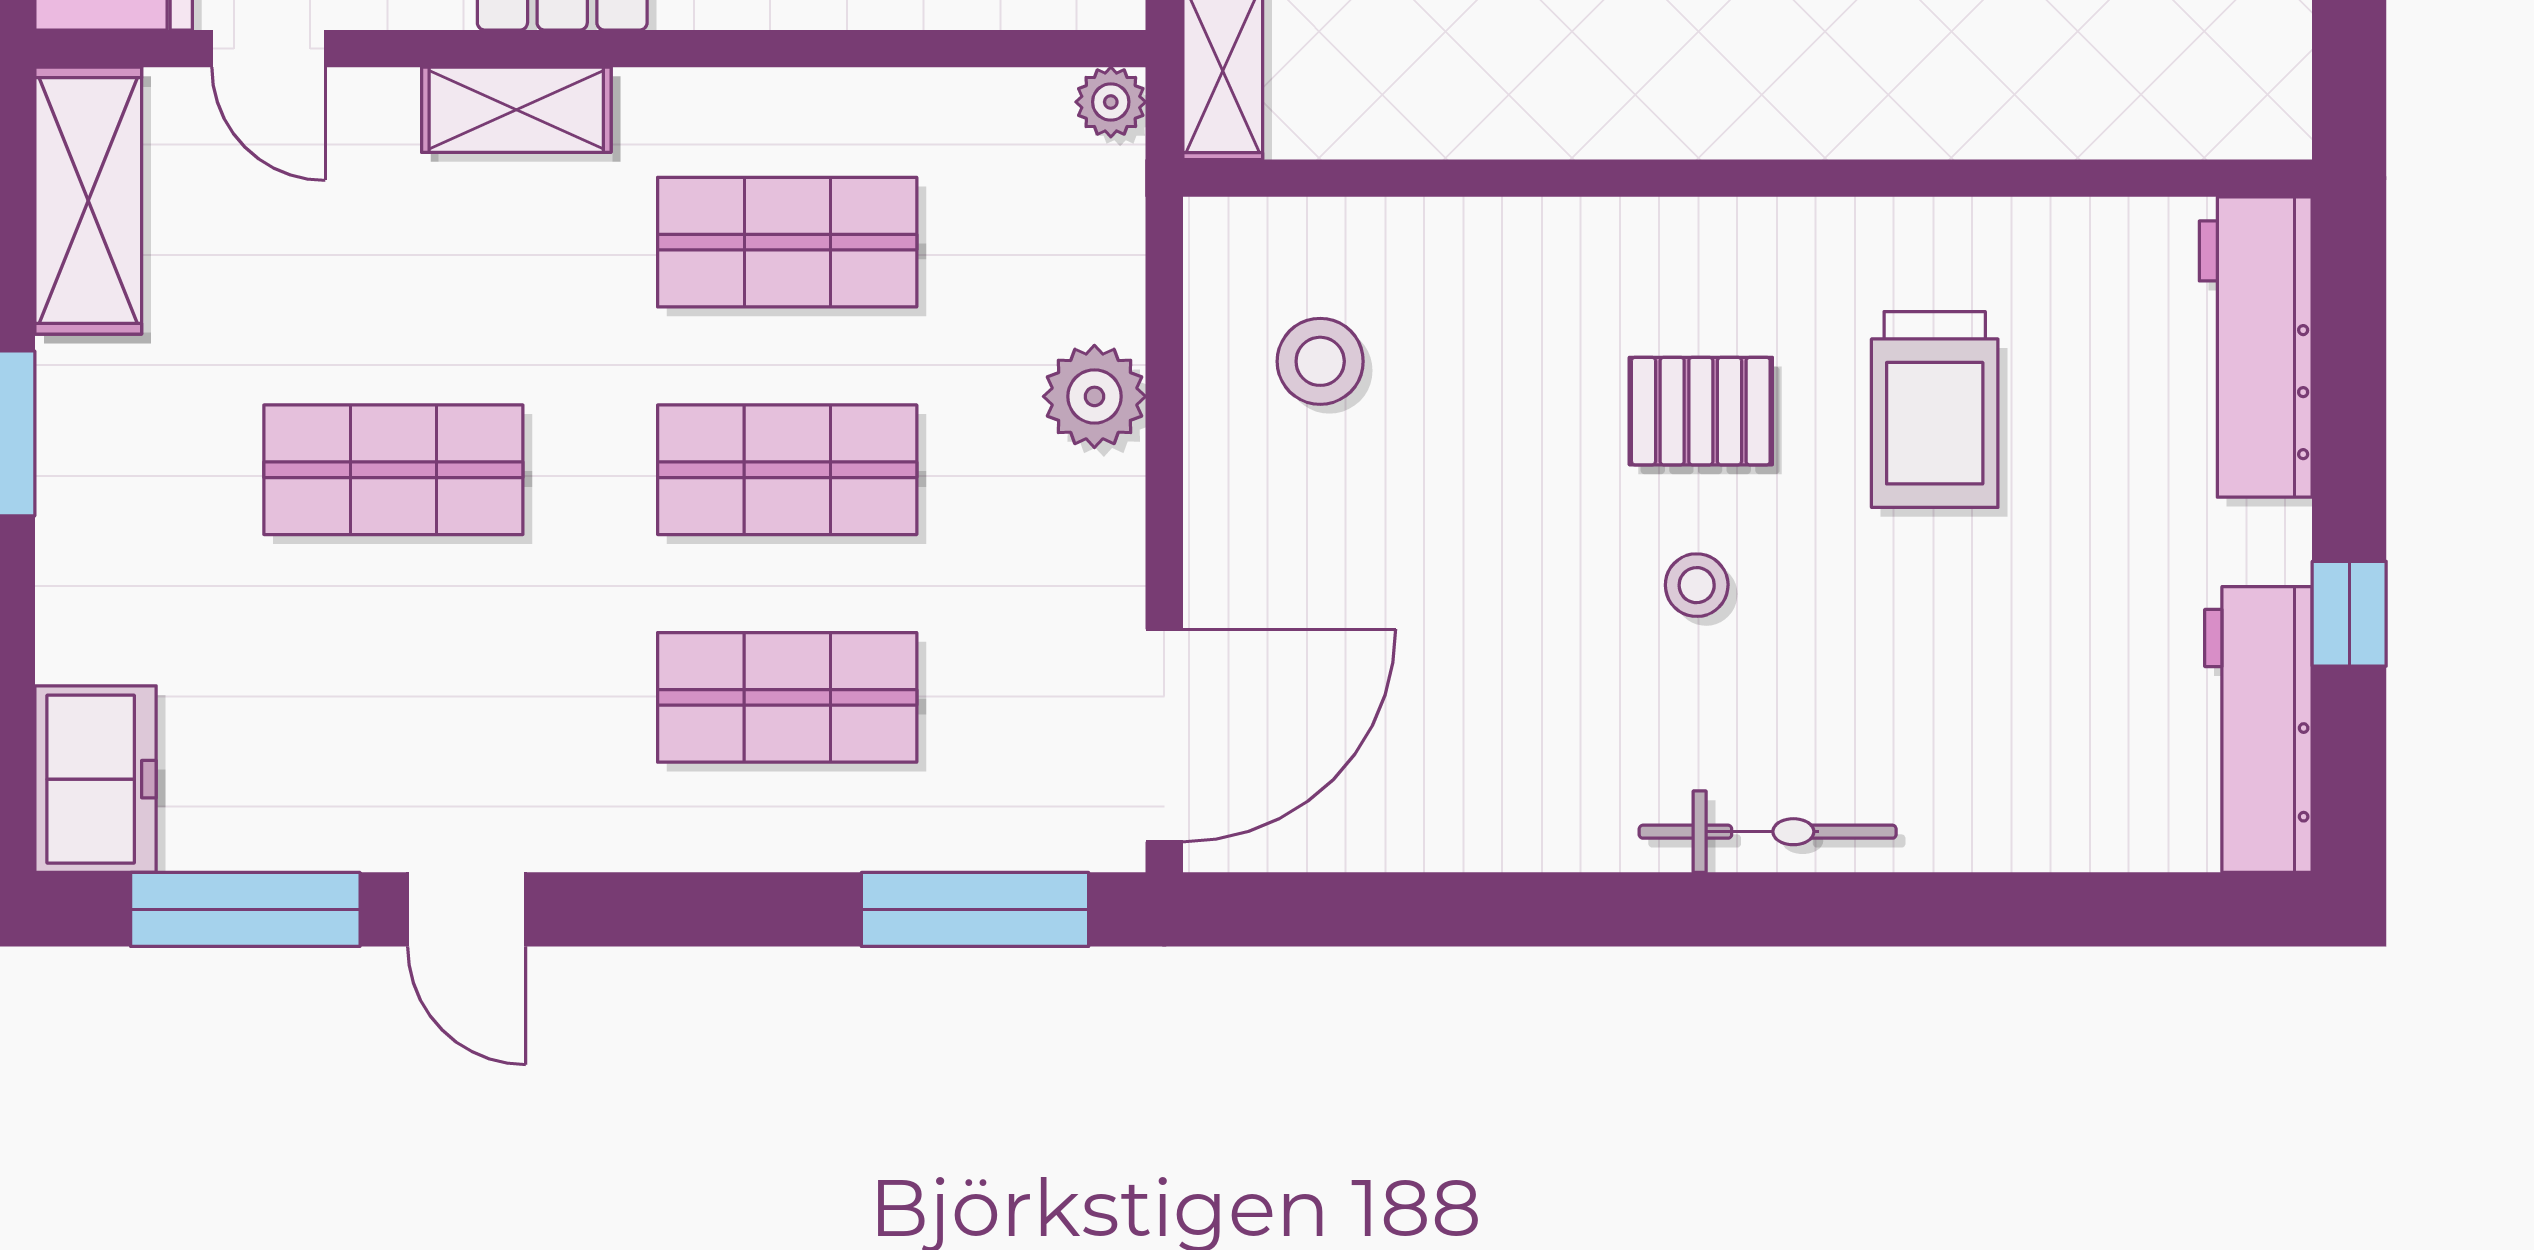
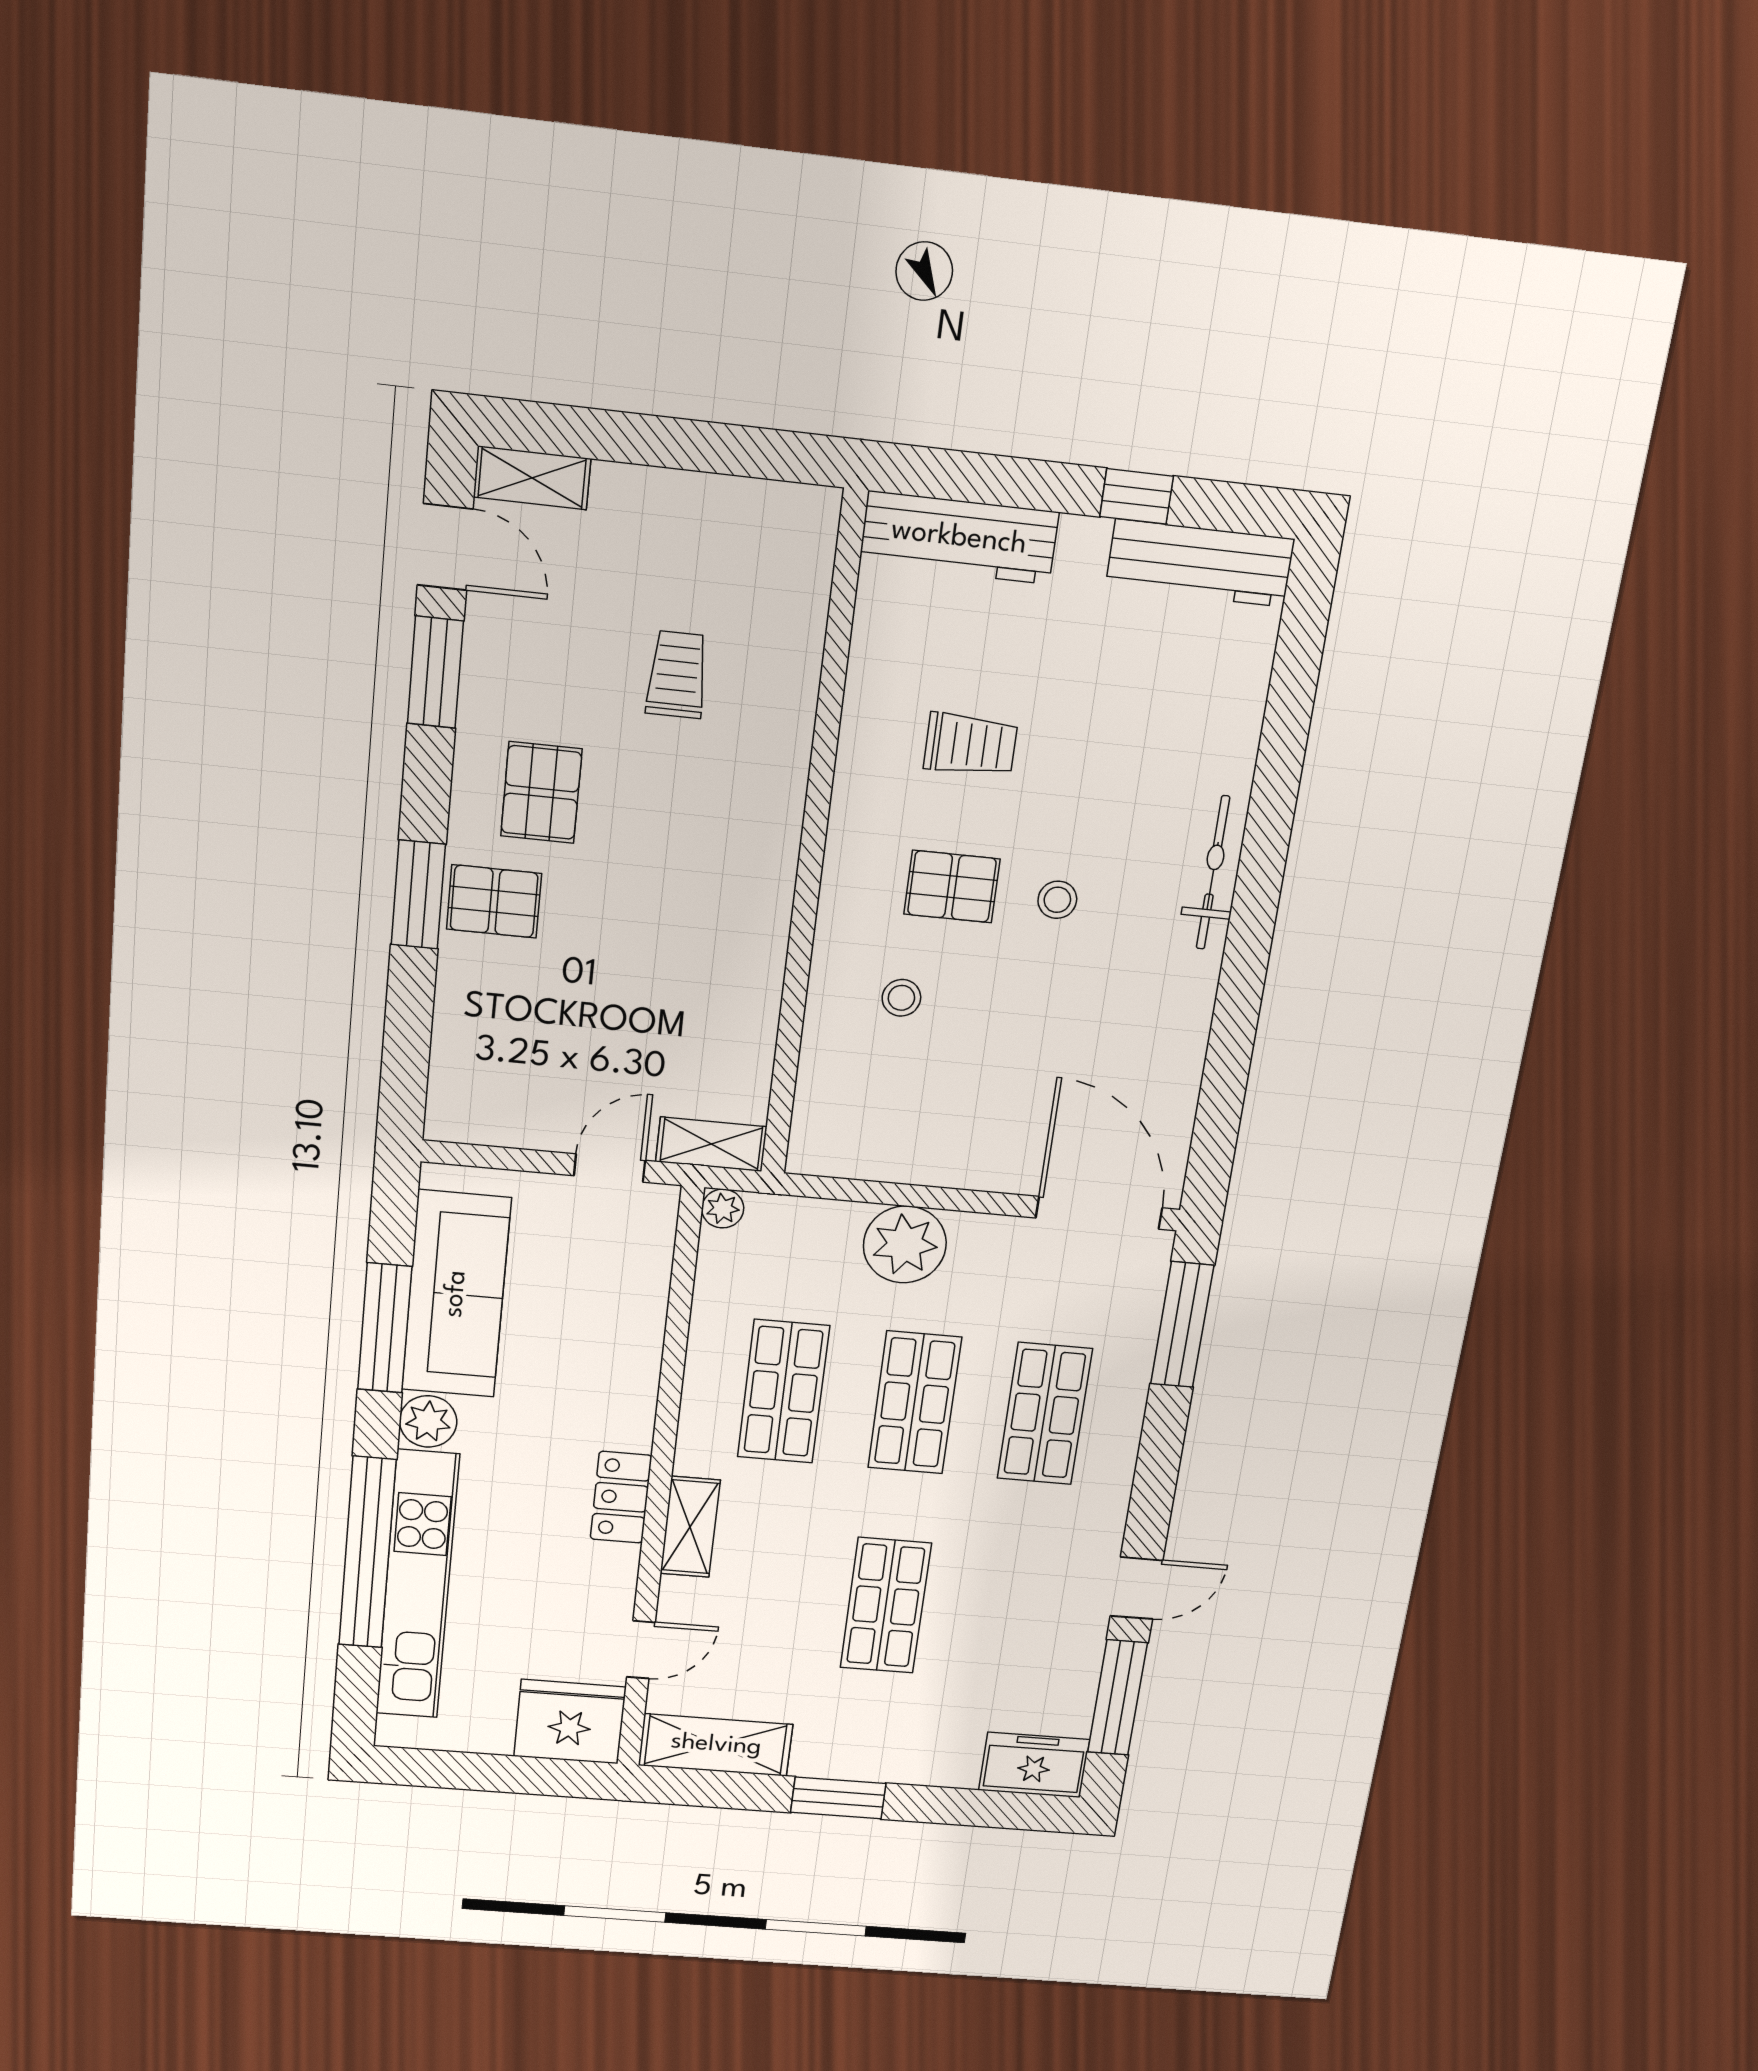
stool: (1320, 361) -> (901, 998), moved, width x0.73, depth x0.73
plant: (1094, 396) -> (905, 1245), width x1.36, depth x1.36
trolley: (1935, 409) -> (971, 745), width x0.73, depth x0.72
pallet: (1701, 411) -> (952, 887), turned 90

